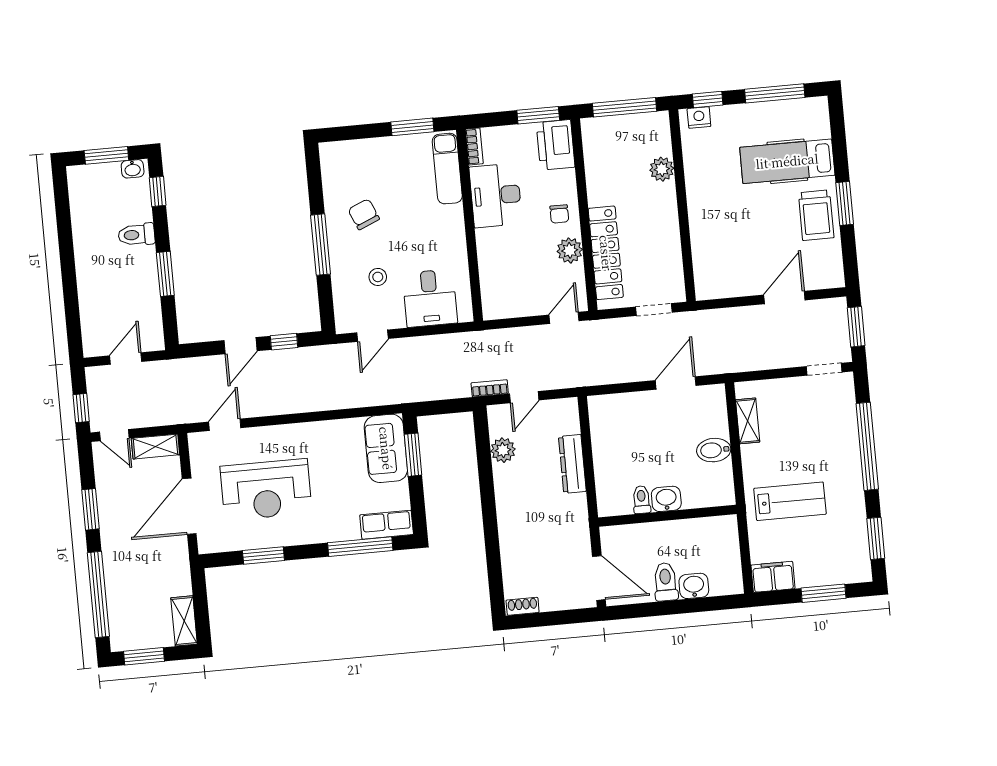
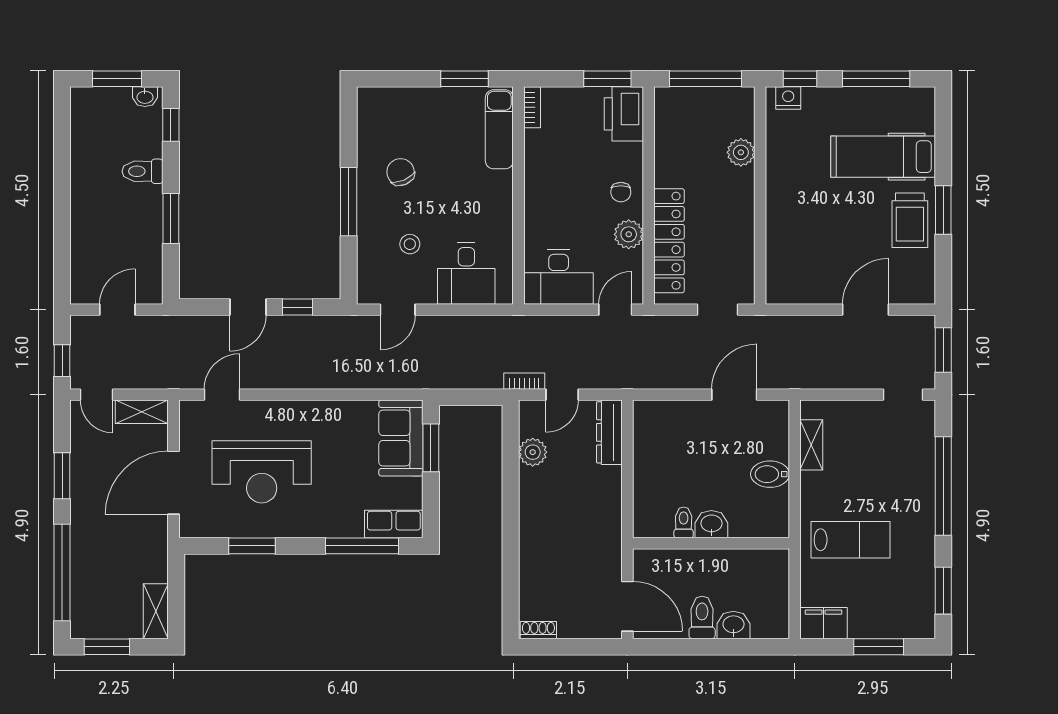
desk: (496, 195) -> (559, 277), moved, turned -90
dresser: (572, 464) -> (609, 432), moved

